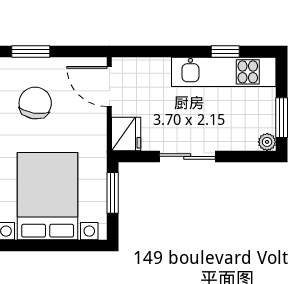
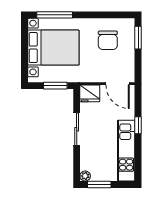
window: (225, 51) -> (138, 125), moved
door: (109, 87) -> (118, 84), swing flipped
chair: (35, 103) -> (108, 40), turned 81

